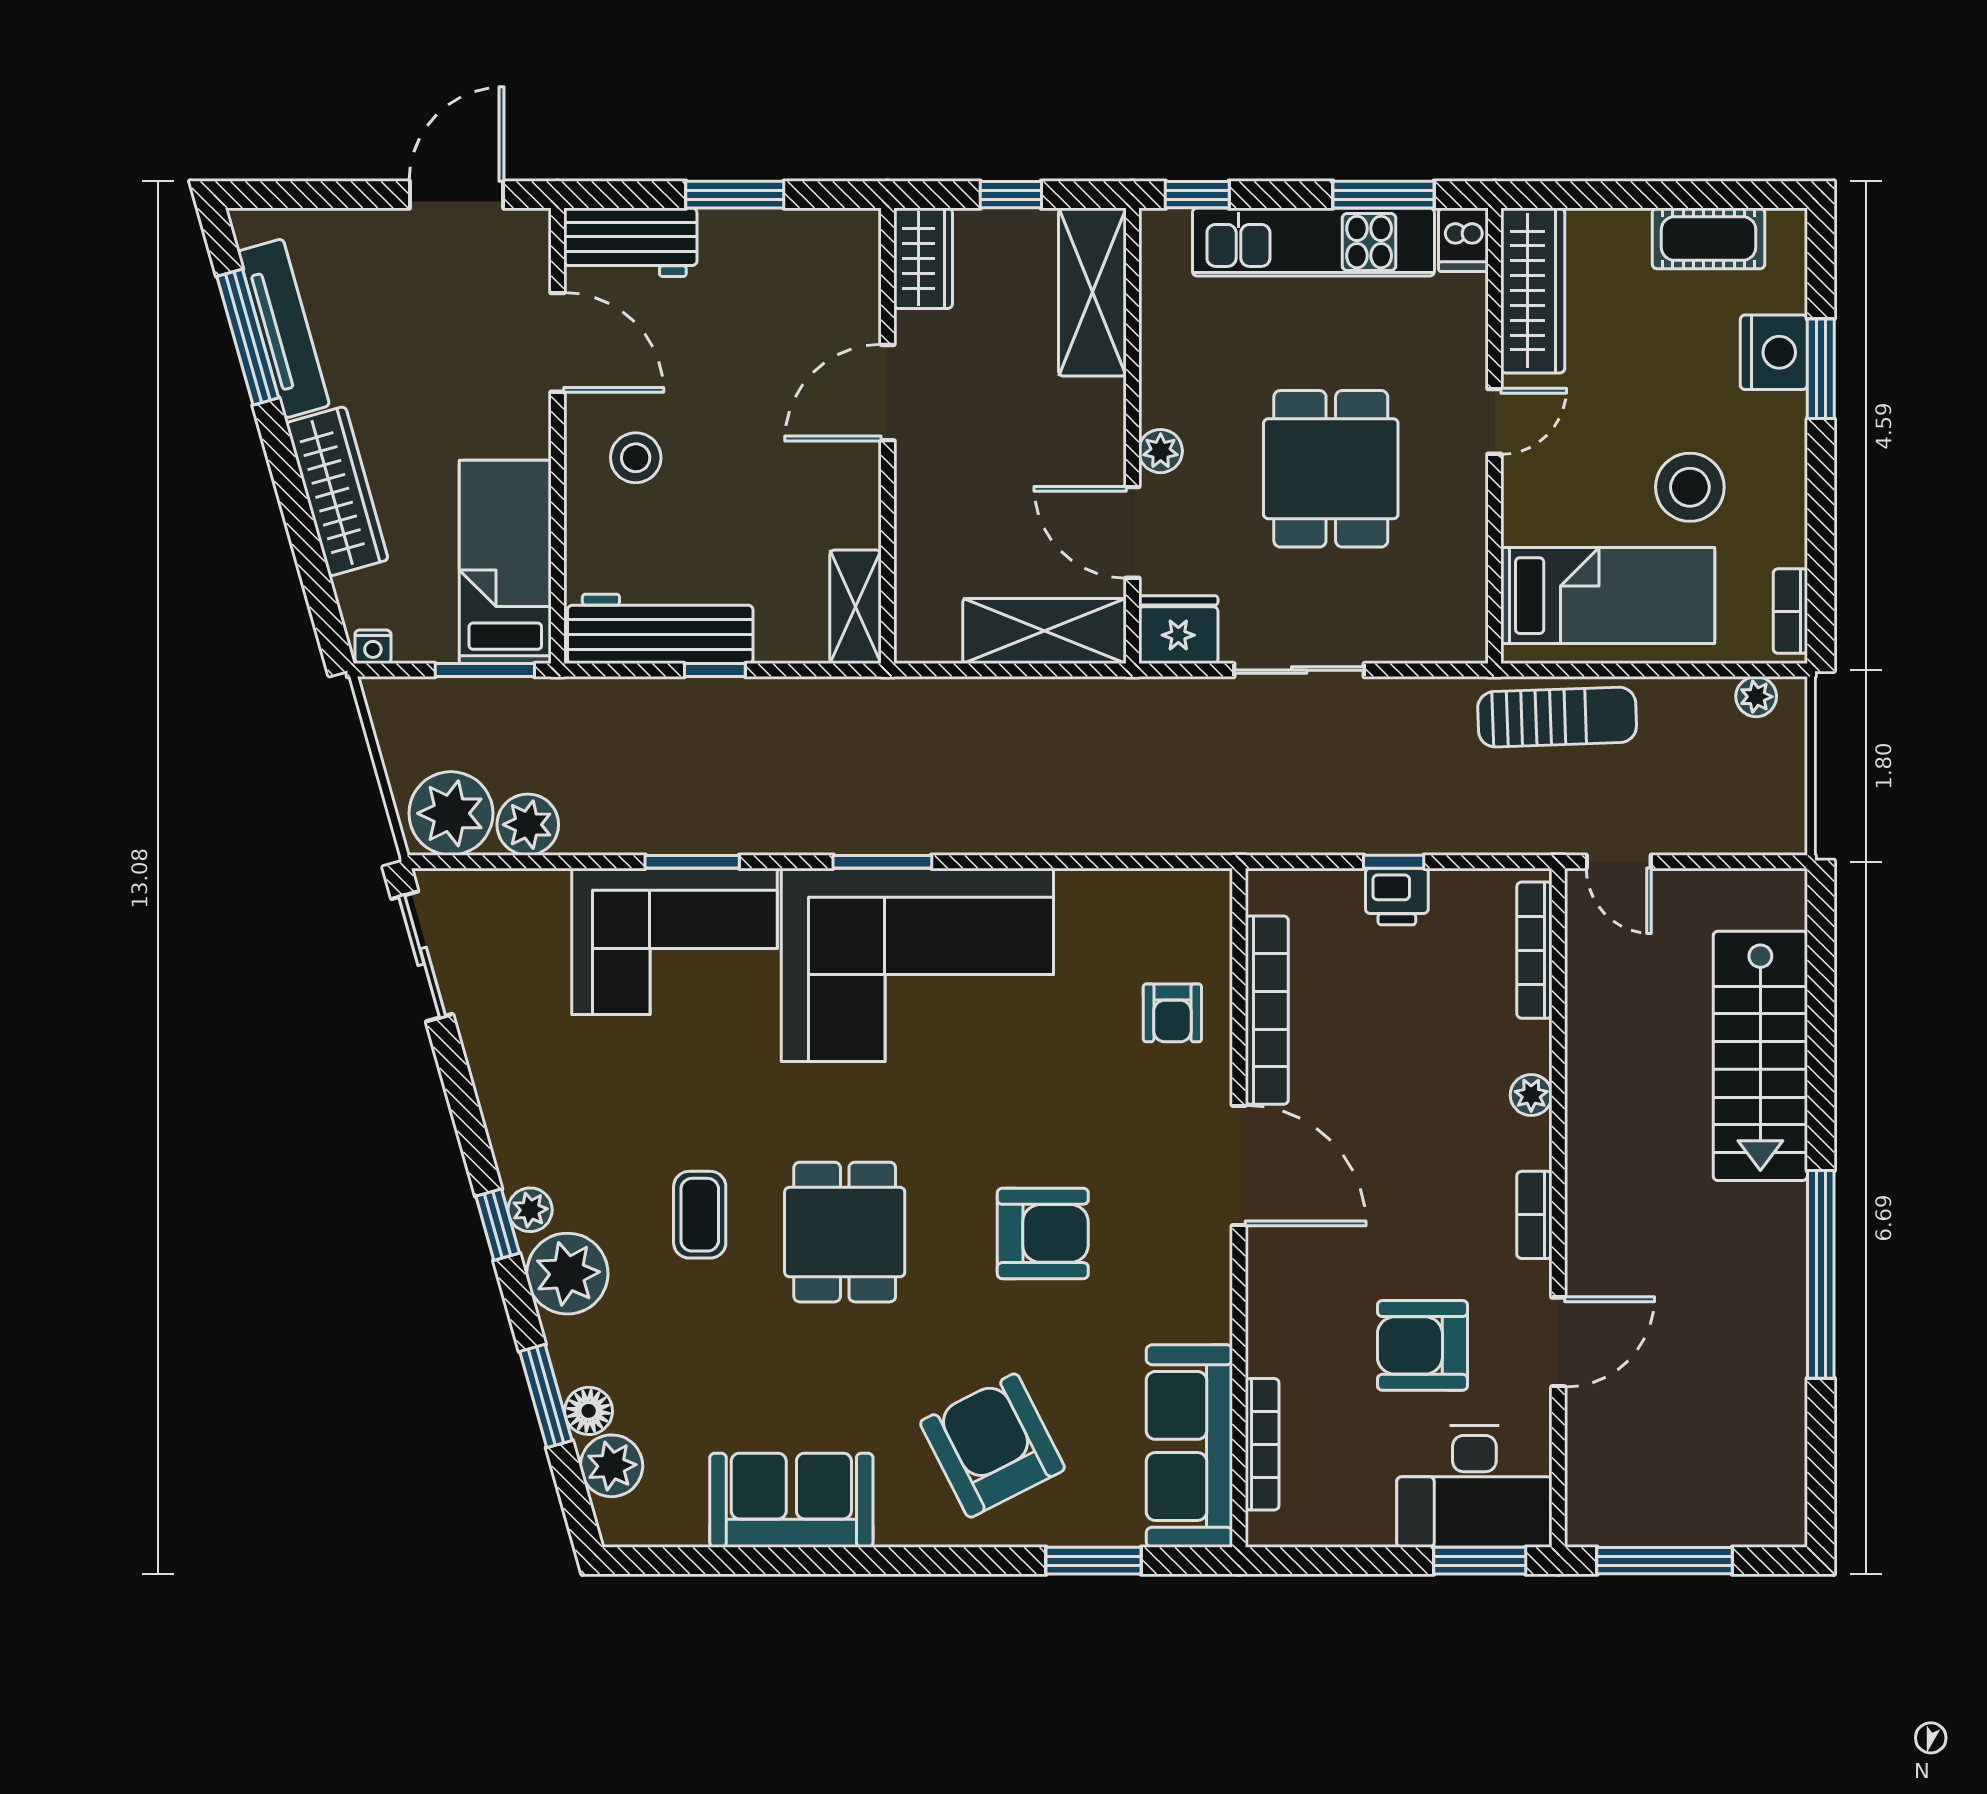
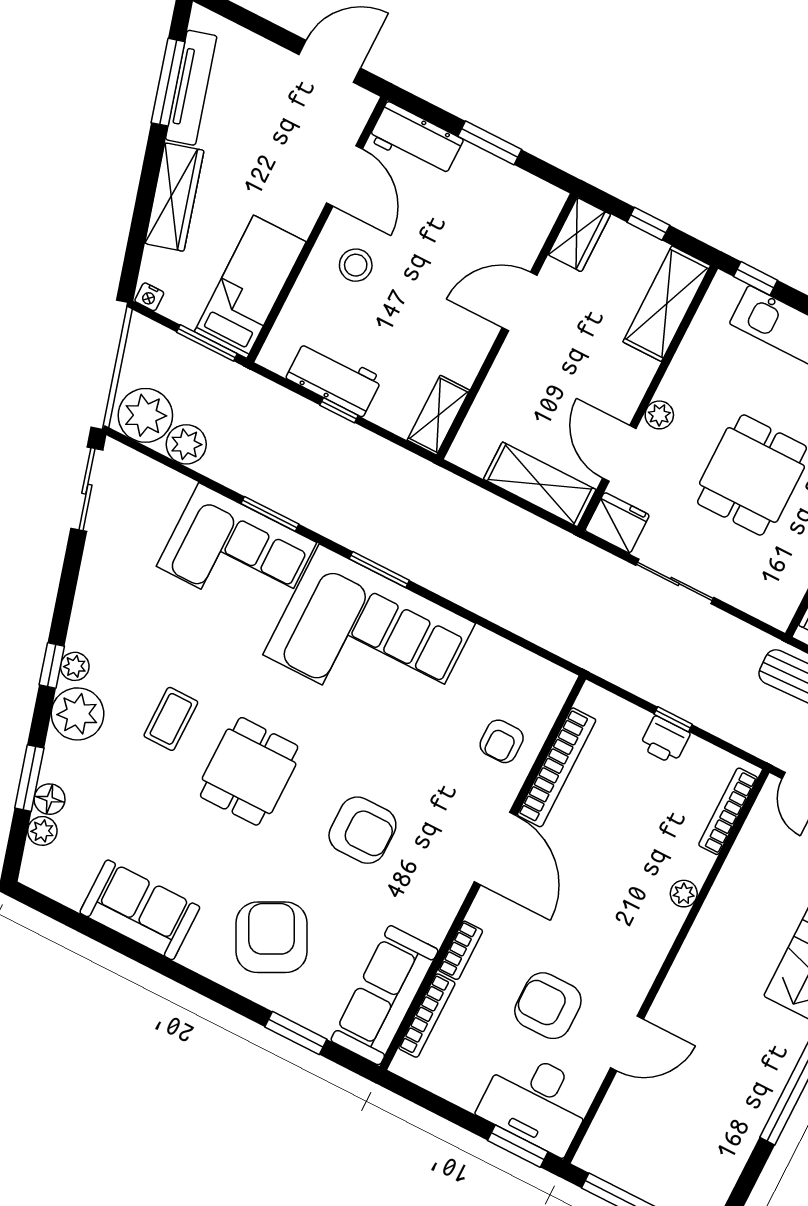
workbench: (660, 629) -> (334, 378), width x0.73
bookcase: (1534, 1215) -> (460, 950), moved, turned 180
plant: (612, 1466) -> (42, 831), width x0.73, depth x0.73

